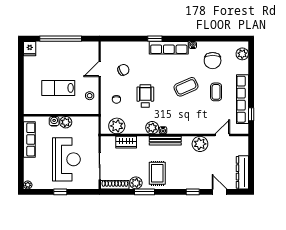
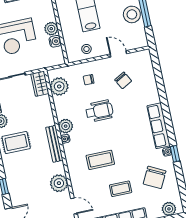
window: (155, 39) -> (175, 154), moved
stool: (68, 50) -> (132, 14), added
chair: (213, 61) -> (155, 177), turned -63
coffee table: (186, 87) -> (100, 160), moved, turned -66
water cooler: (54, 121) -> (55, 41), moved
wardrobe: (126, 142) -> (40, 84), moved

